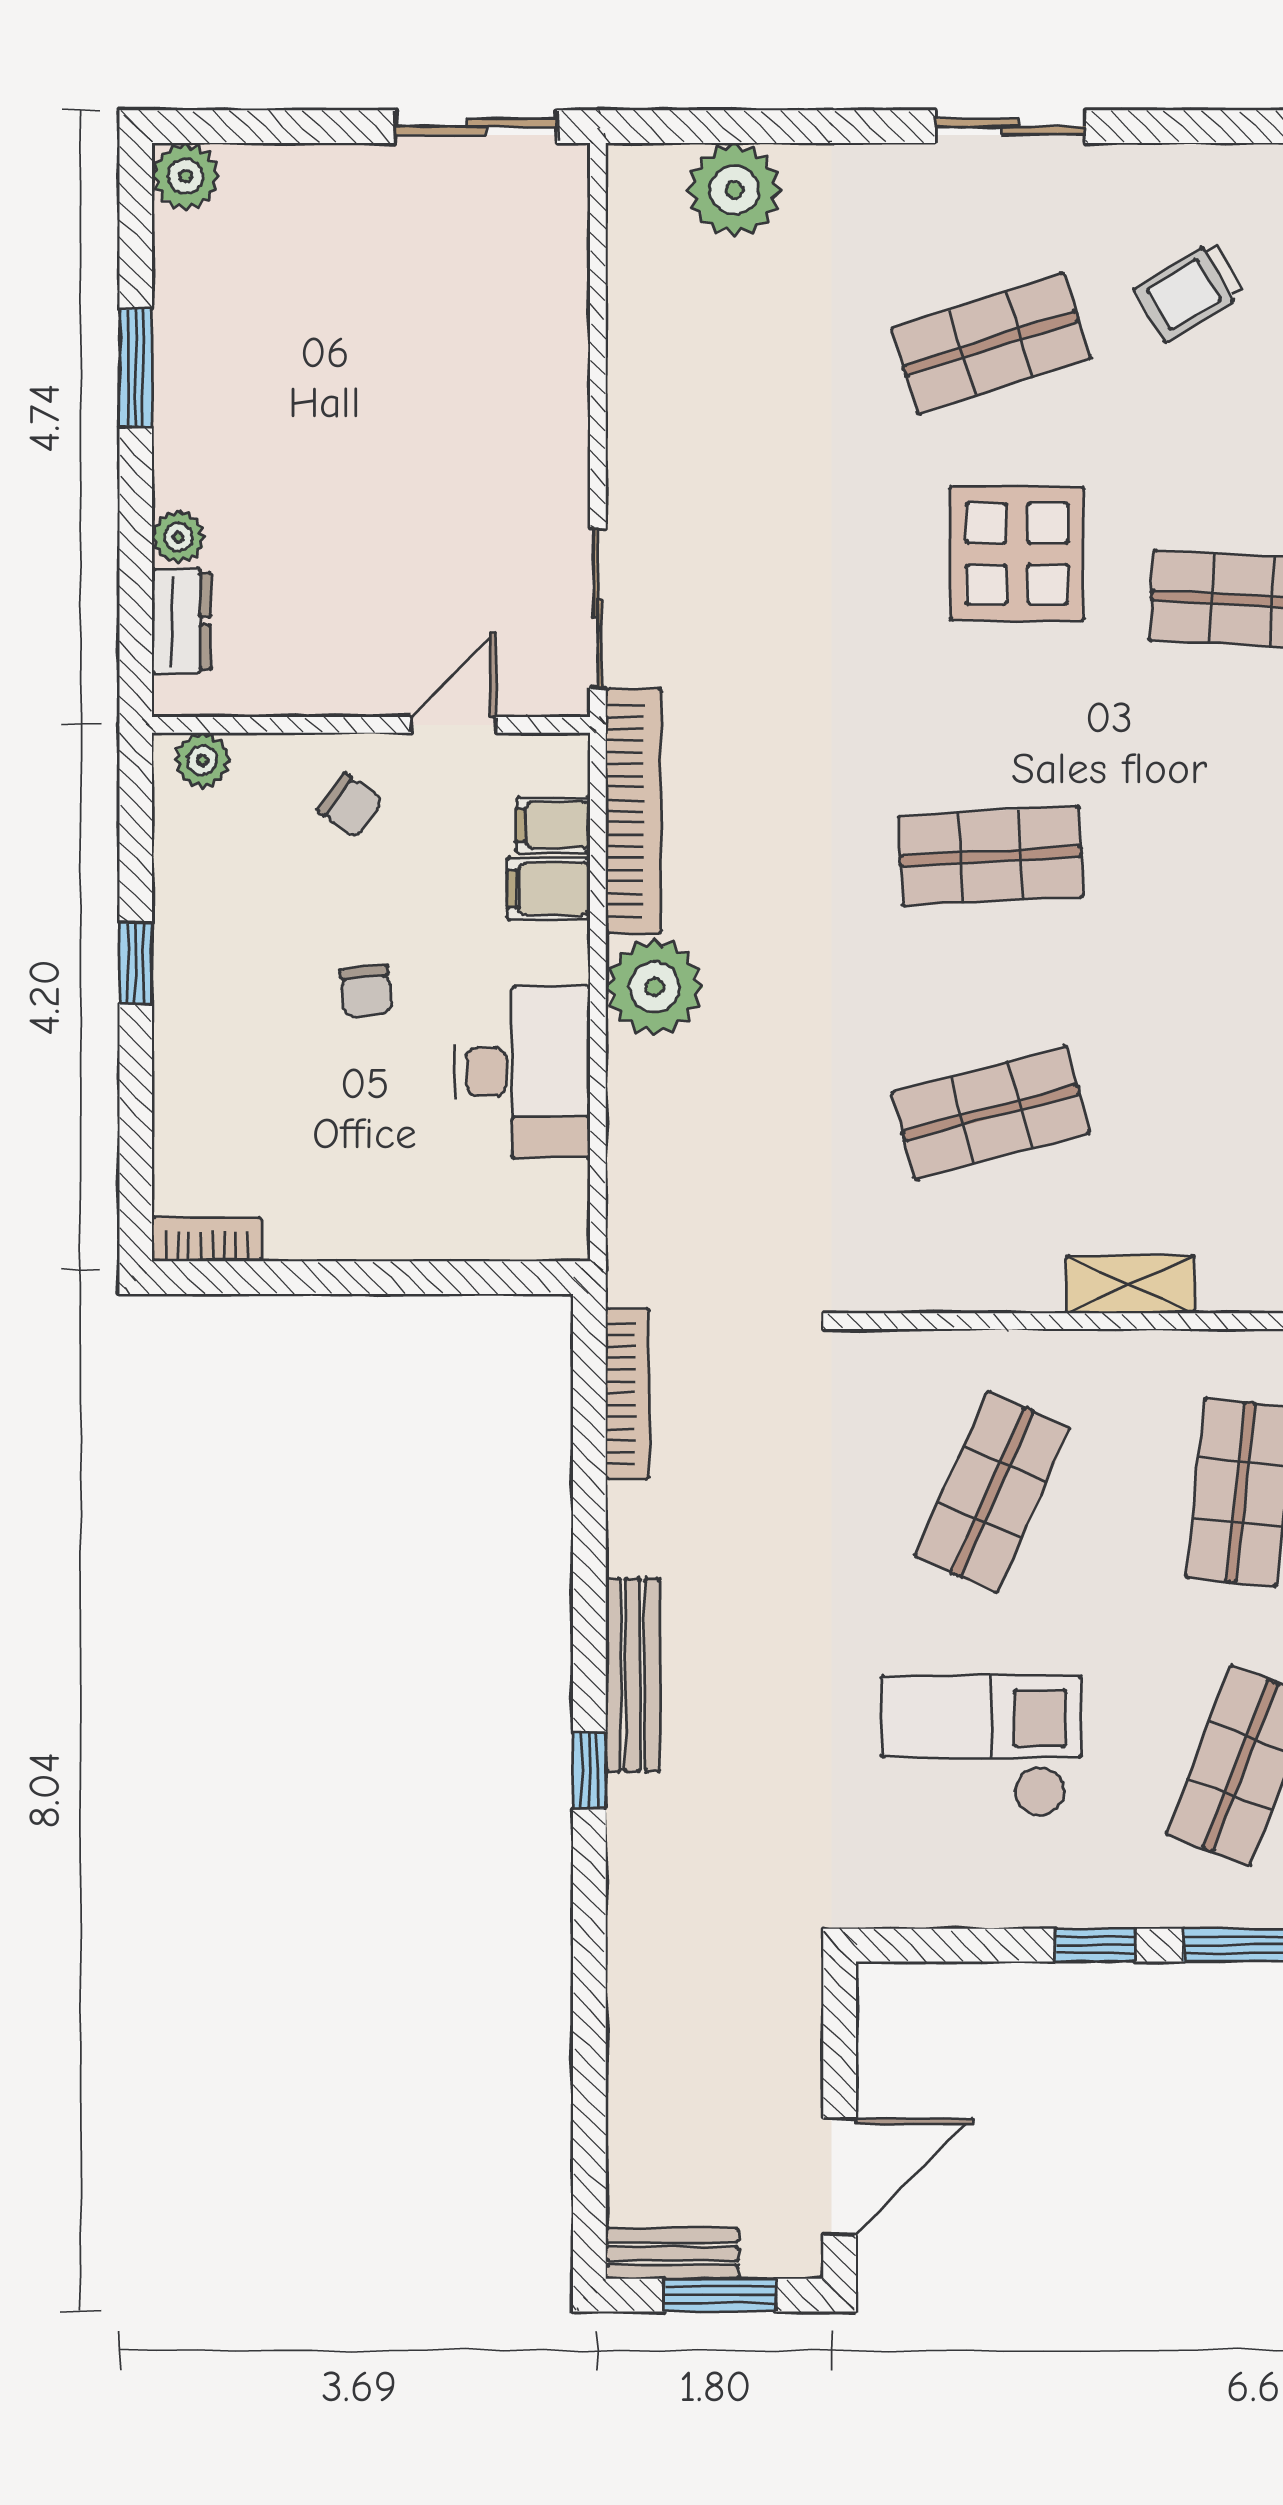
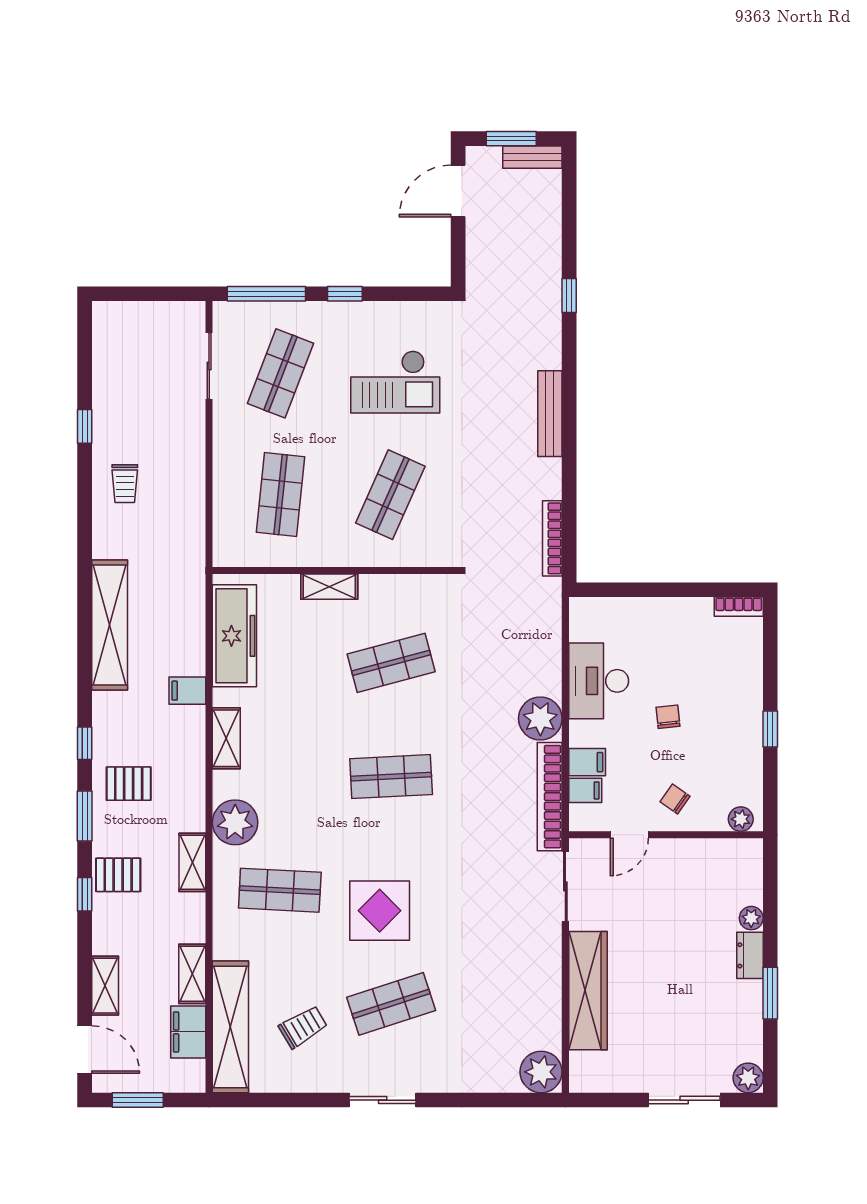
sliding door: (476, 127) -> (684, 1100), moved
plant: (734, 190) -> (541, 1072), moved
wardrobe: (547, 373) -> (588, 991), added
dresser: (181, 621) -> (750, 955), moved
window: (589, 1771) -> (569, 296), moved

